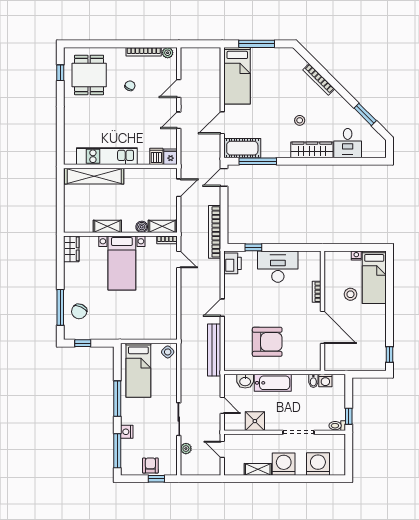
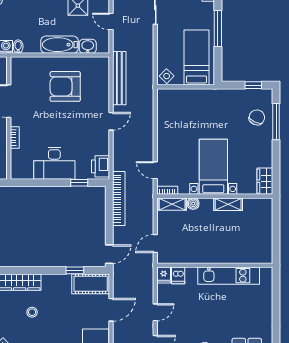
window: (258, 161) -> (75, 270), width x0.46
shelving: (94, 176) -> (242, 255), removed

